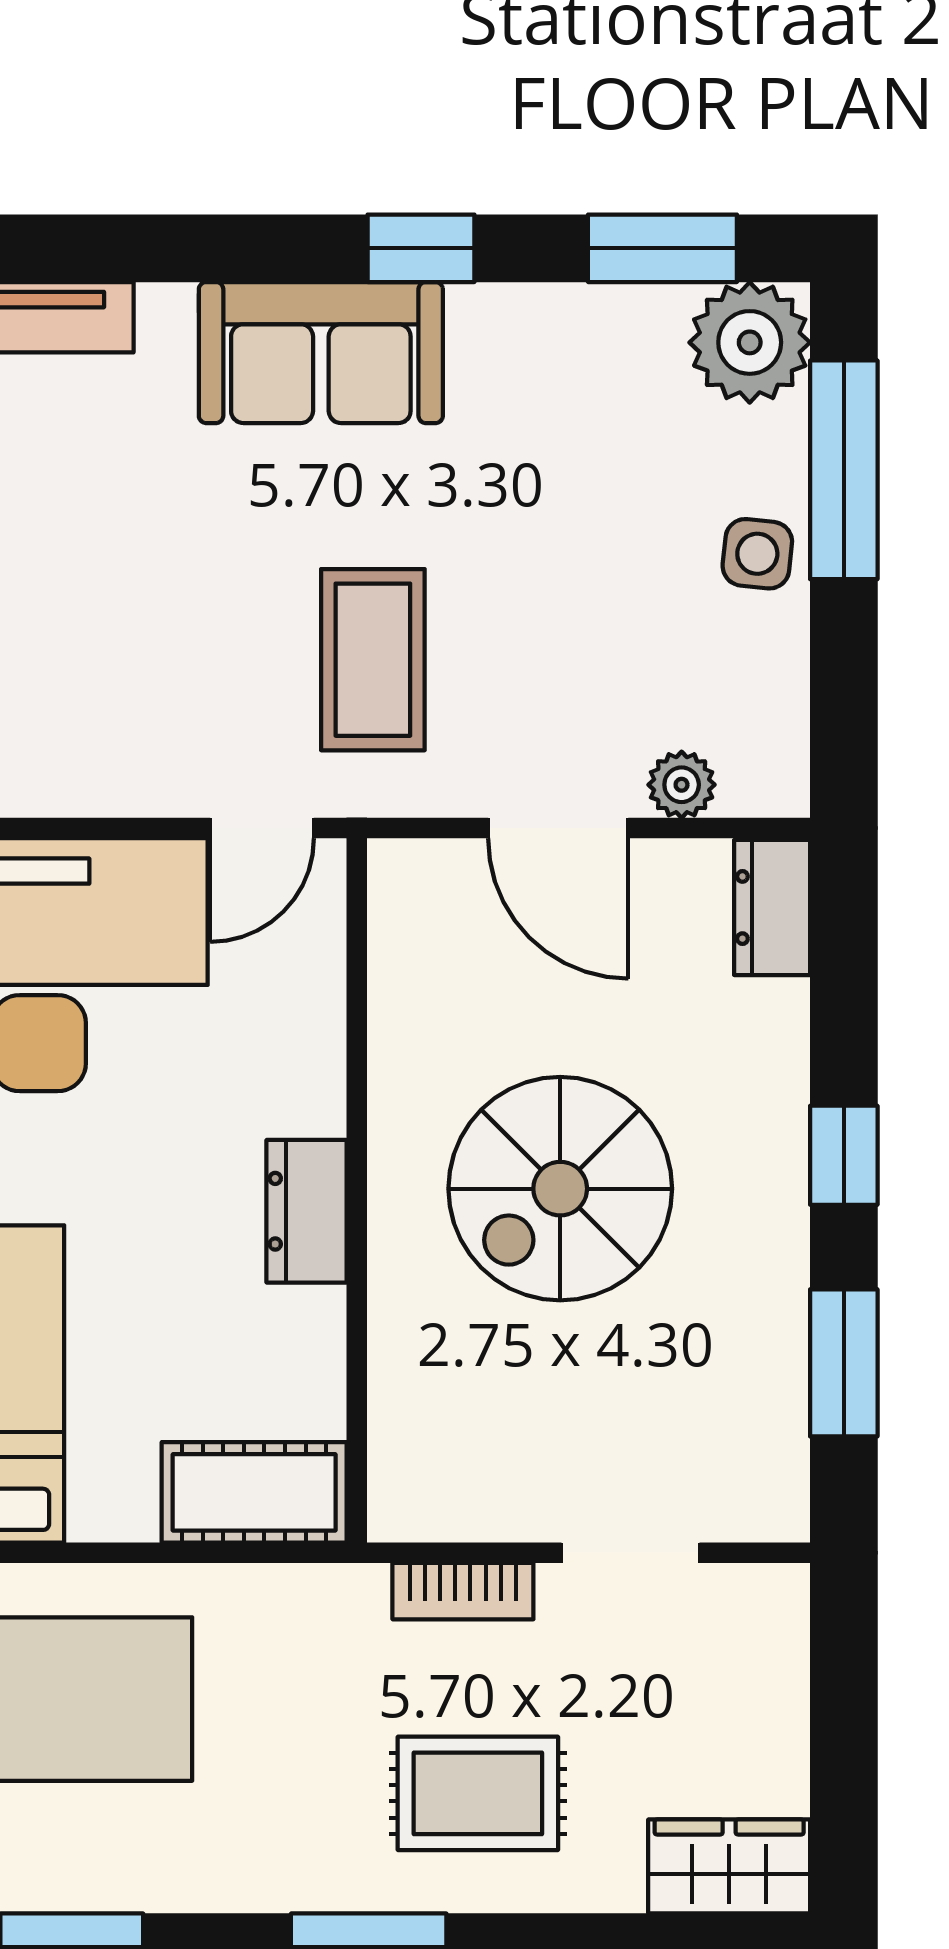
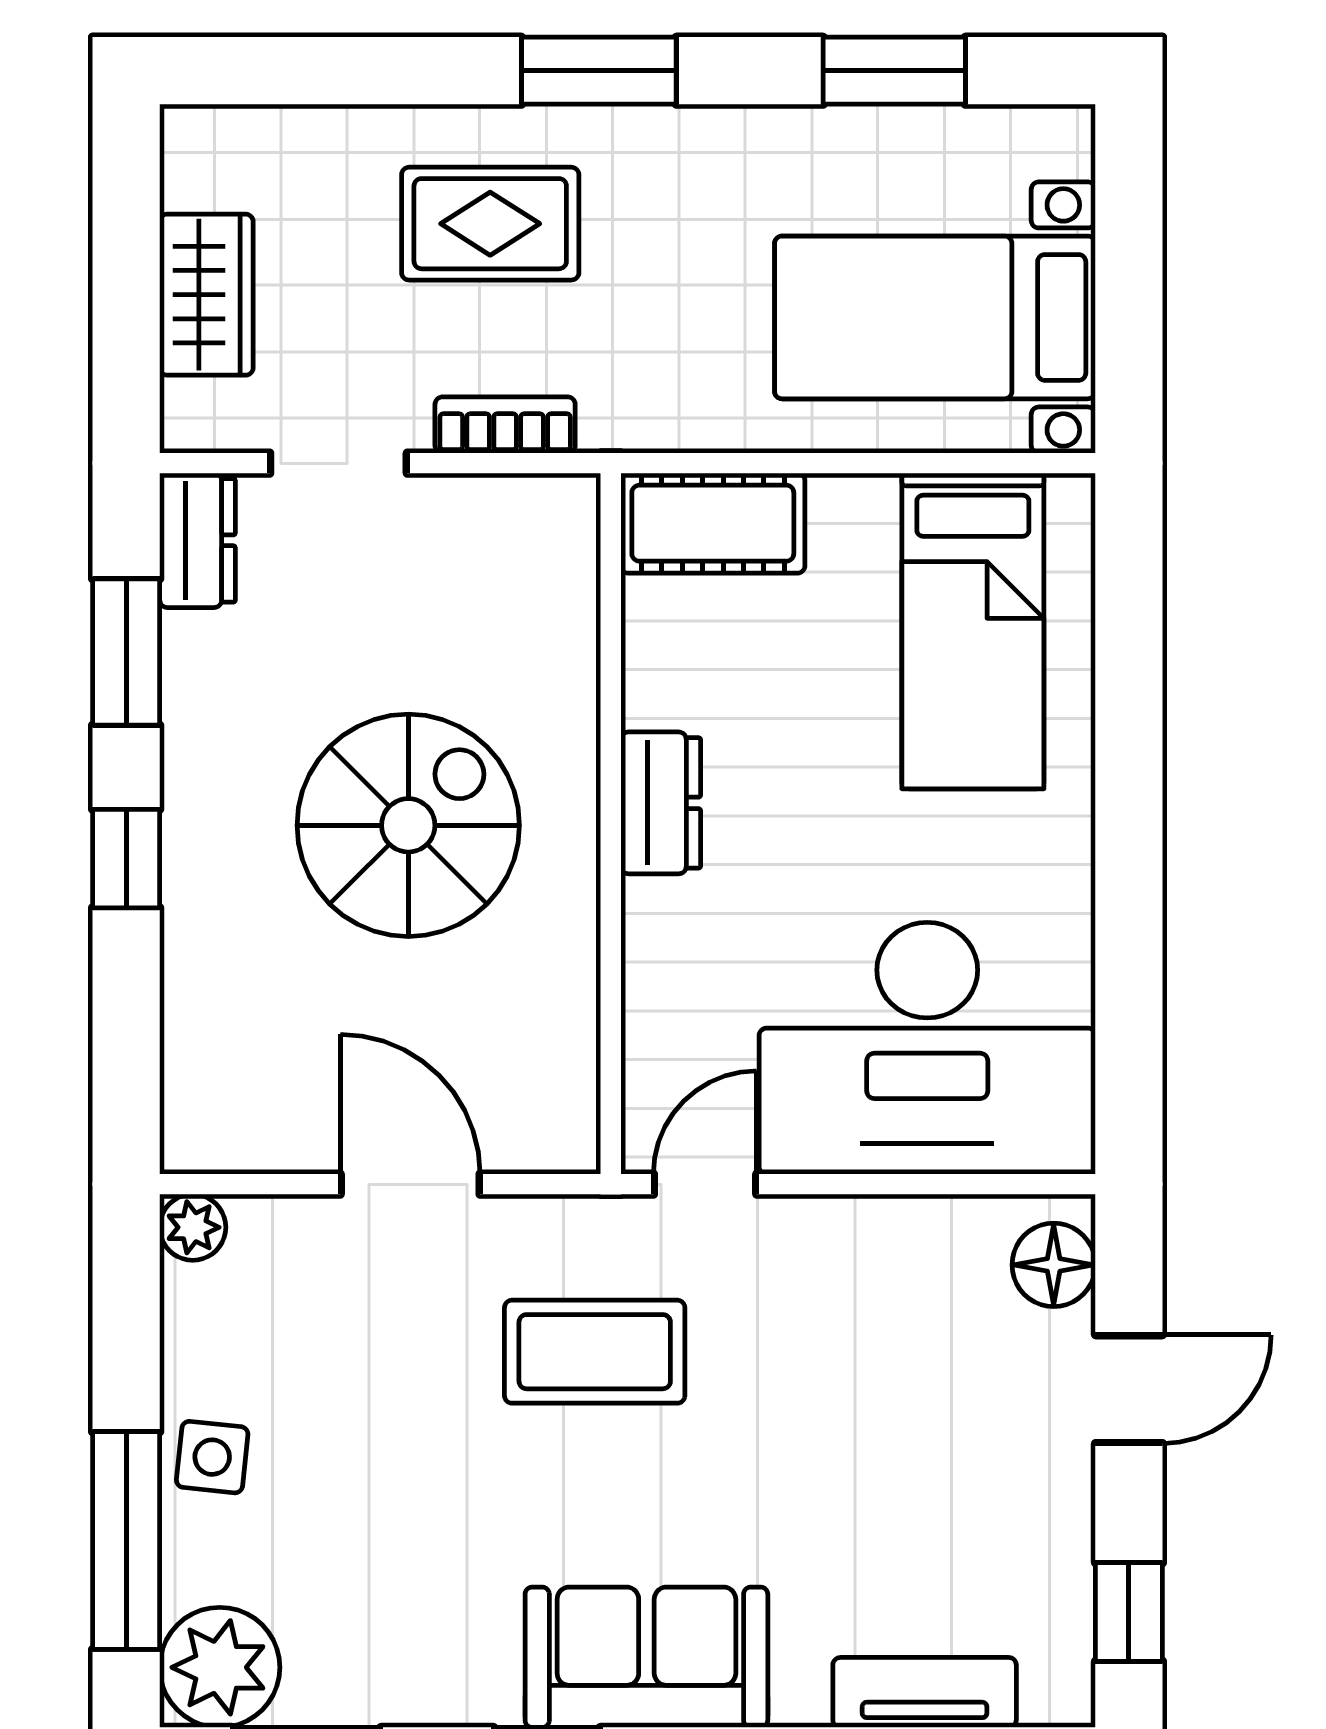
coffee table: (373, 660) -> (595, 1352), turned 90
plant: (682, 785) -> (193, 1227), moved
dresser: (772, 908) -> (197, 540), moved
wardrobe: (729, 1866) -> (206, 295), moved, turned -90

